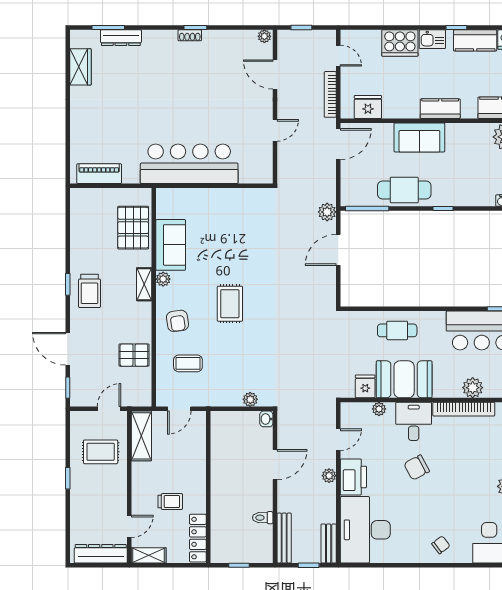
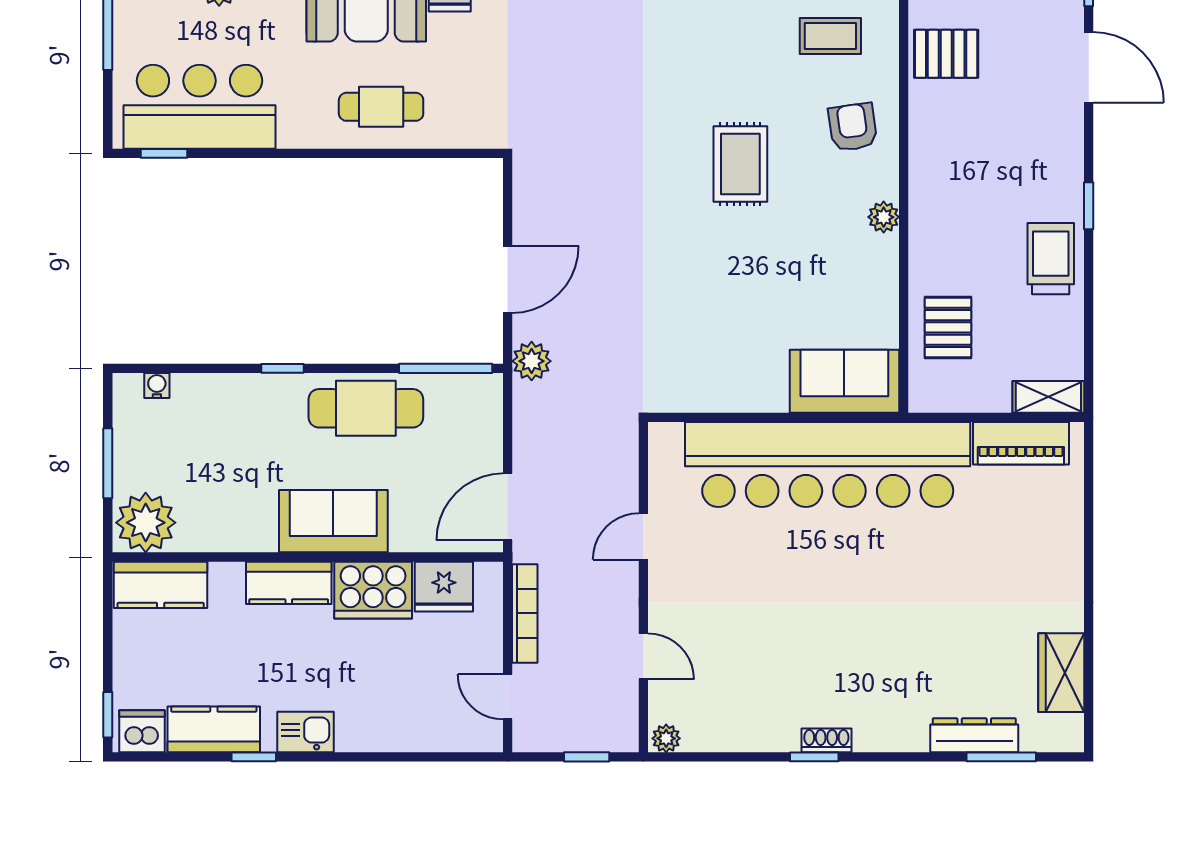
cooker: (400, 43) -> (373, 590), moved, turned 180
door: (275, 74) -> (643, 656), width x0.73
bar counter: (189, 164) -> (828, 465), width x1.36
pallet: (133, 228) -> (948, 327), width x0.67, depth x0.71
sofa: (171, 245) -> (844, 381), moved, turned 90
shelving: (144, 284) -> (1048, 397), moved, turned 90
trolley: (89, 291) -> (1051, 259), moved

